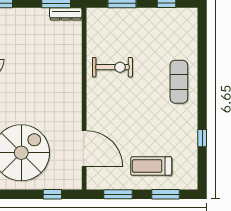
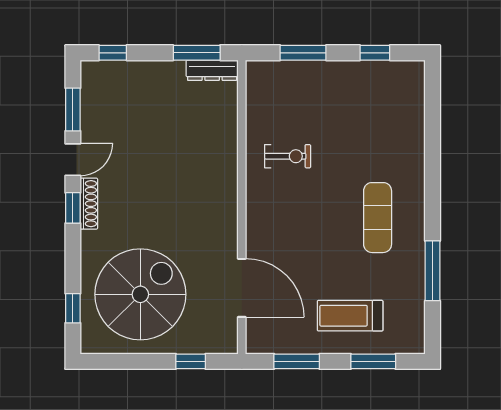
exercise bike: (112, 67) -> (288, 156), width x0.73, depth x0.72
exercise mat: (179, 82) -> (378, 218), moved
window: (202, 138) -> (433, 271), width x2.17

